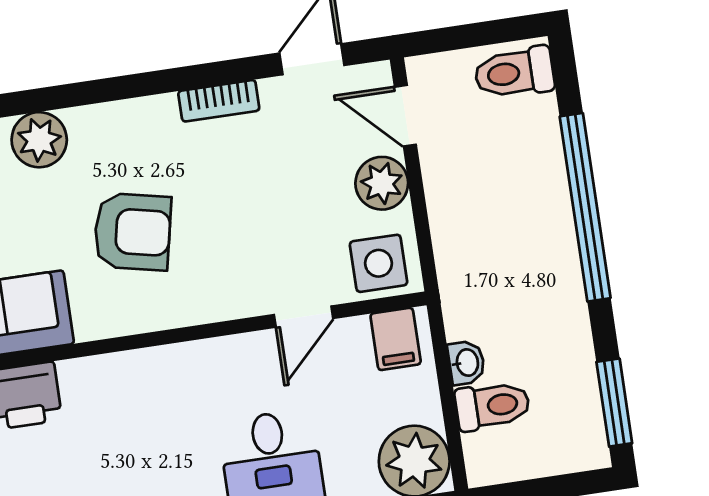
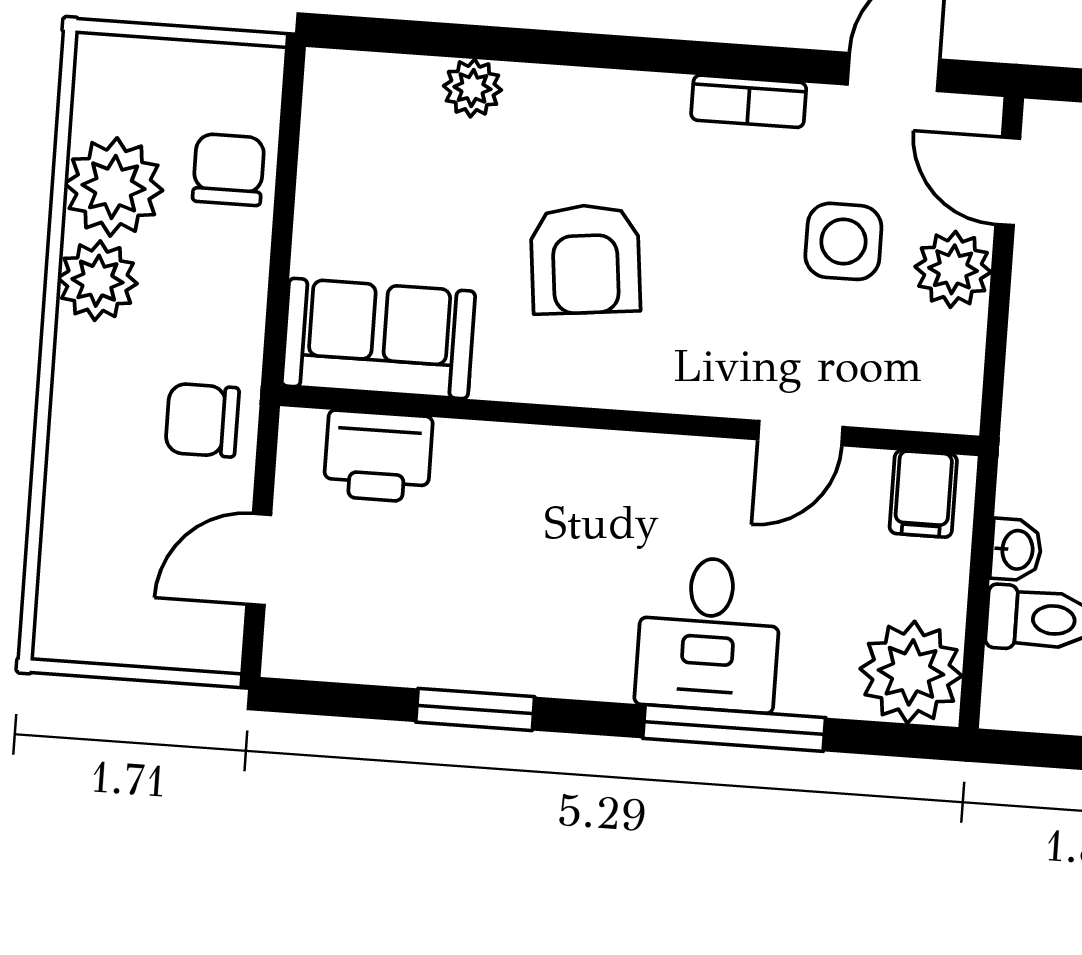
plant: (39, 140) -> (472, 88), width x0.73, depth x0.73
armchair: (133, 232) -> (585, 259), turned 72
side table: (379, 263) -> (843, 241), moved

